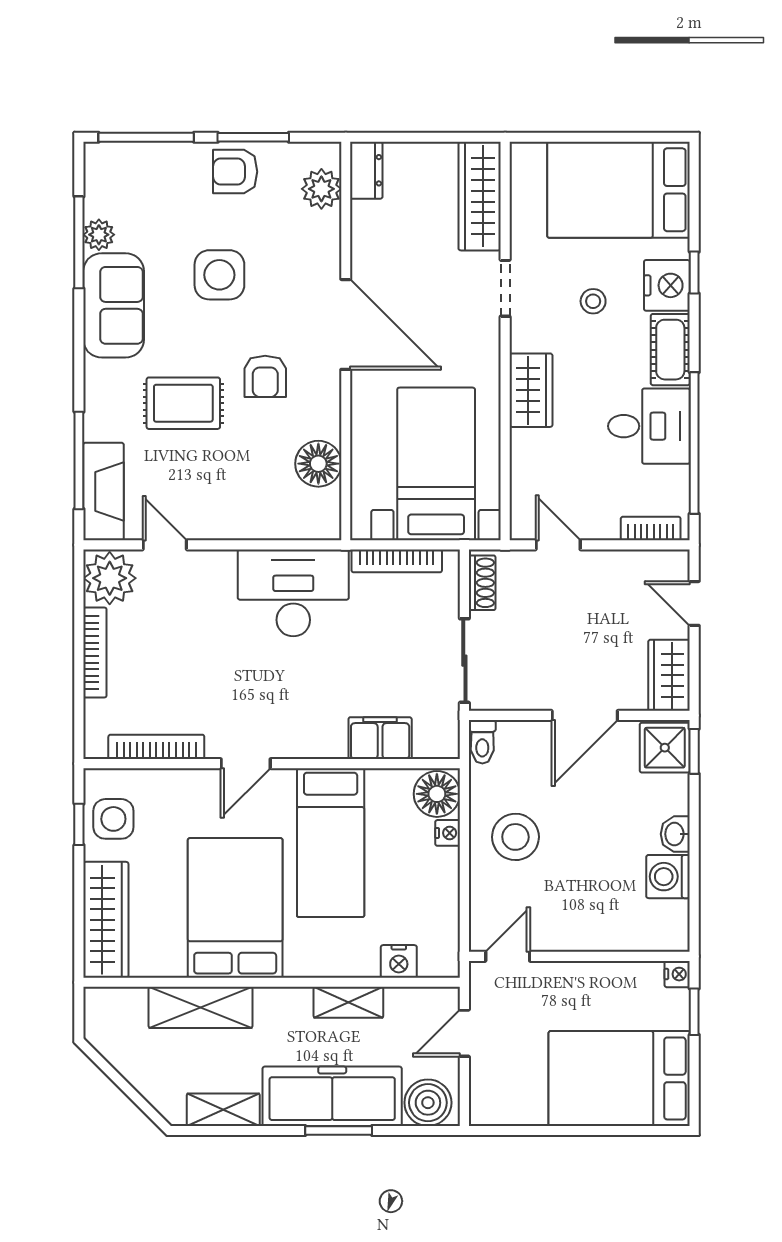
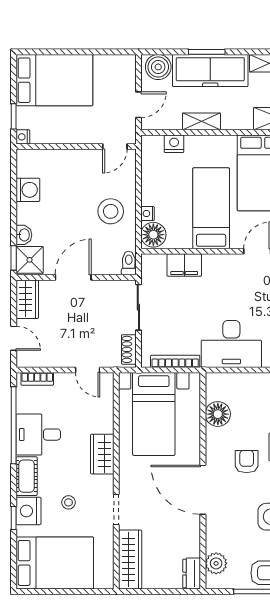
washbasin: (675, 834) -> (24, 235), moved

